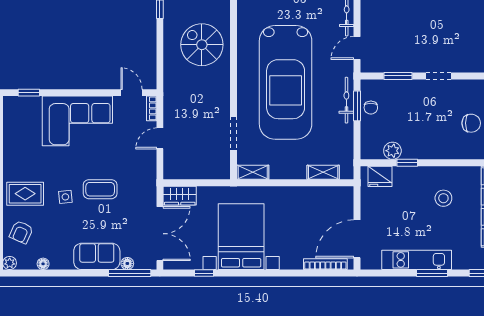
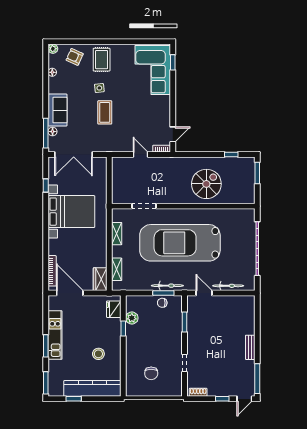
doorway: (438, 76) -> (184, 363), moved
corner sofa: (77, 121) -> (153, 70), moved
shelving: (253, 172) -> (117, 234), moved
wardrobe: (180, 196) -> (100, 279), moved

